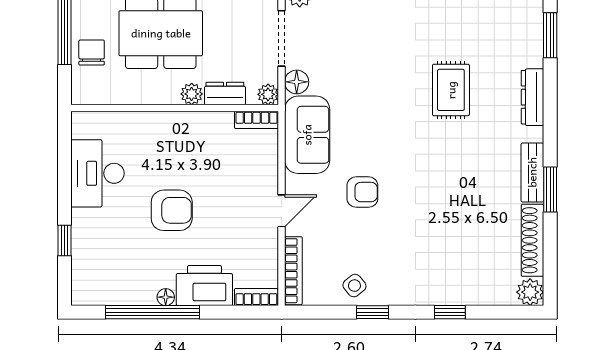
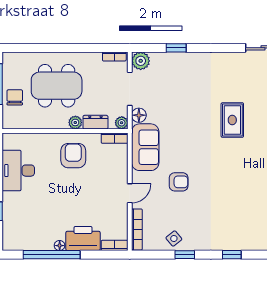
armchair: (172, 210) -> (73, 156), moved, turned -90

